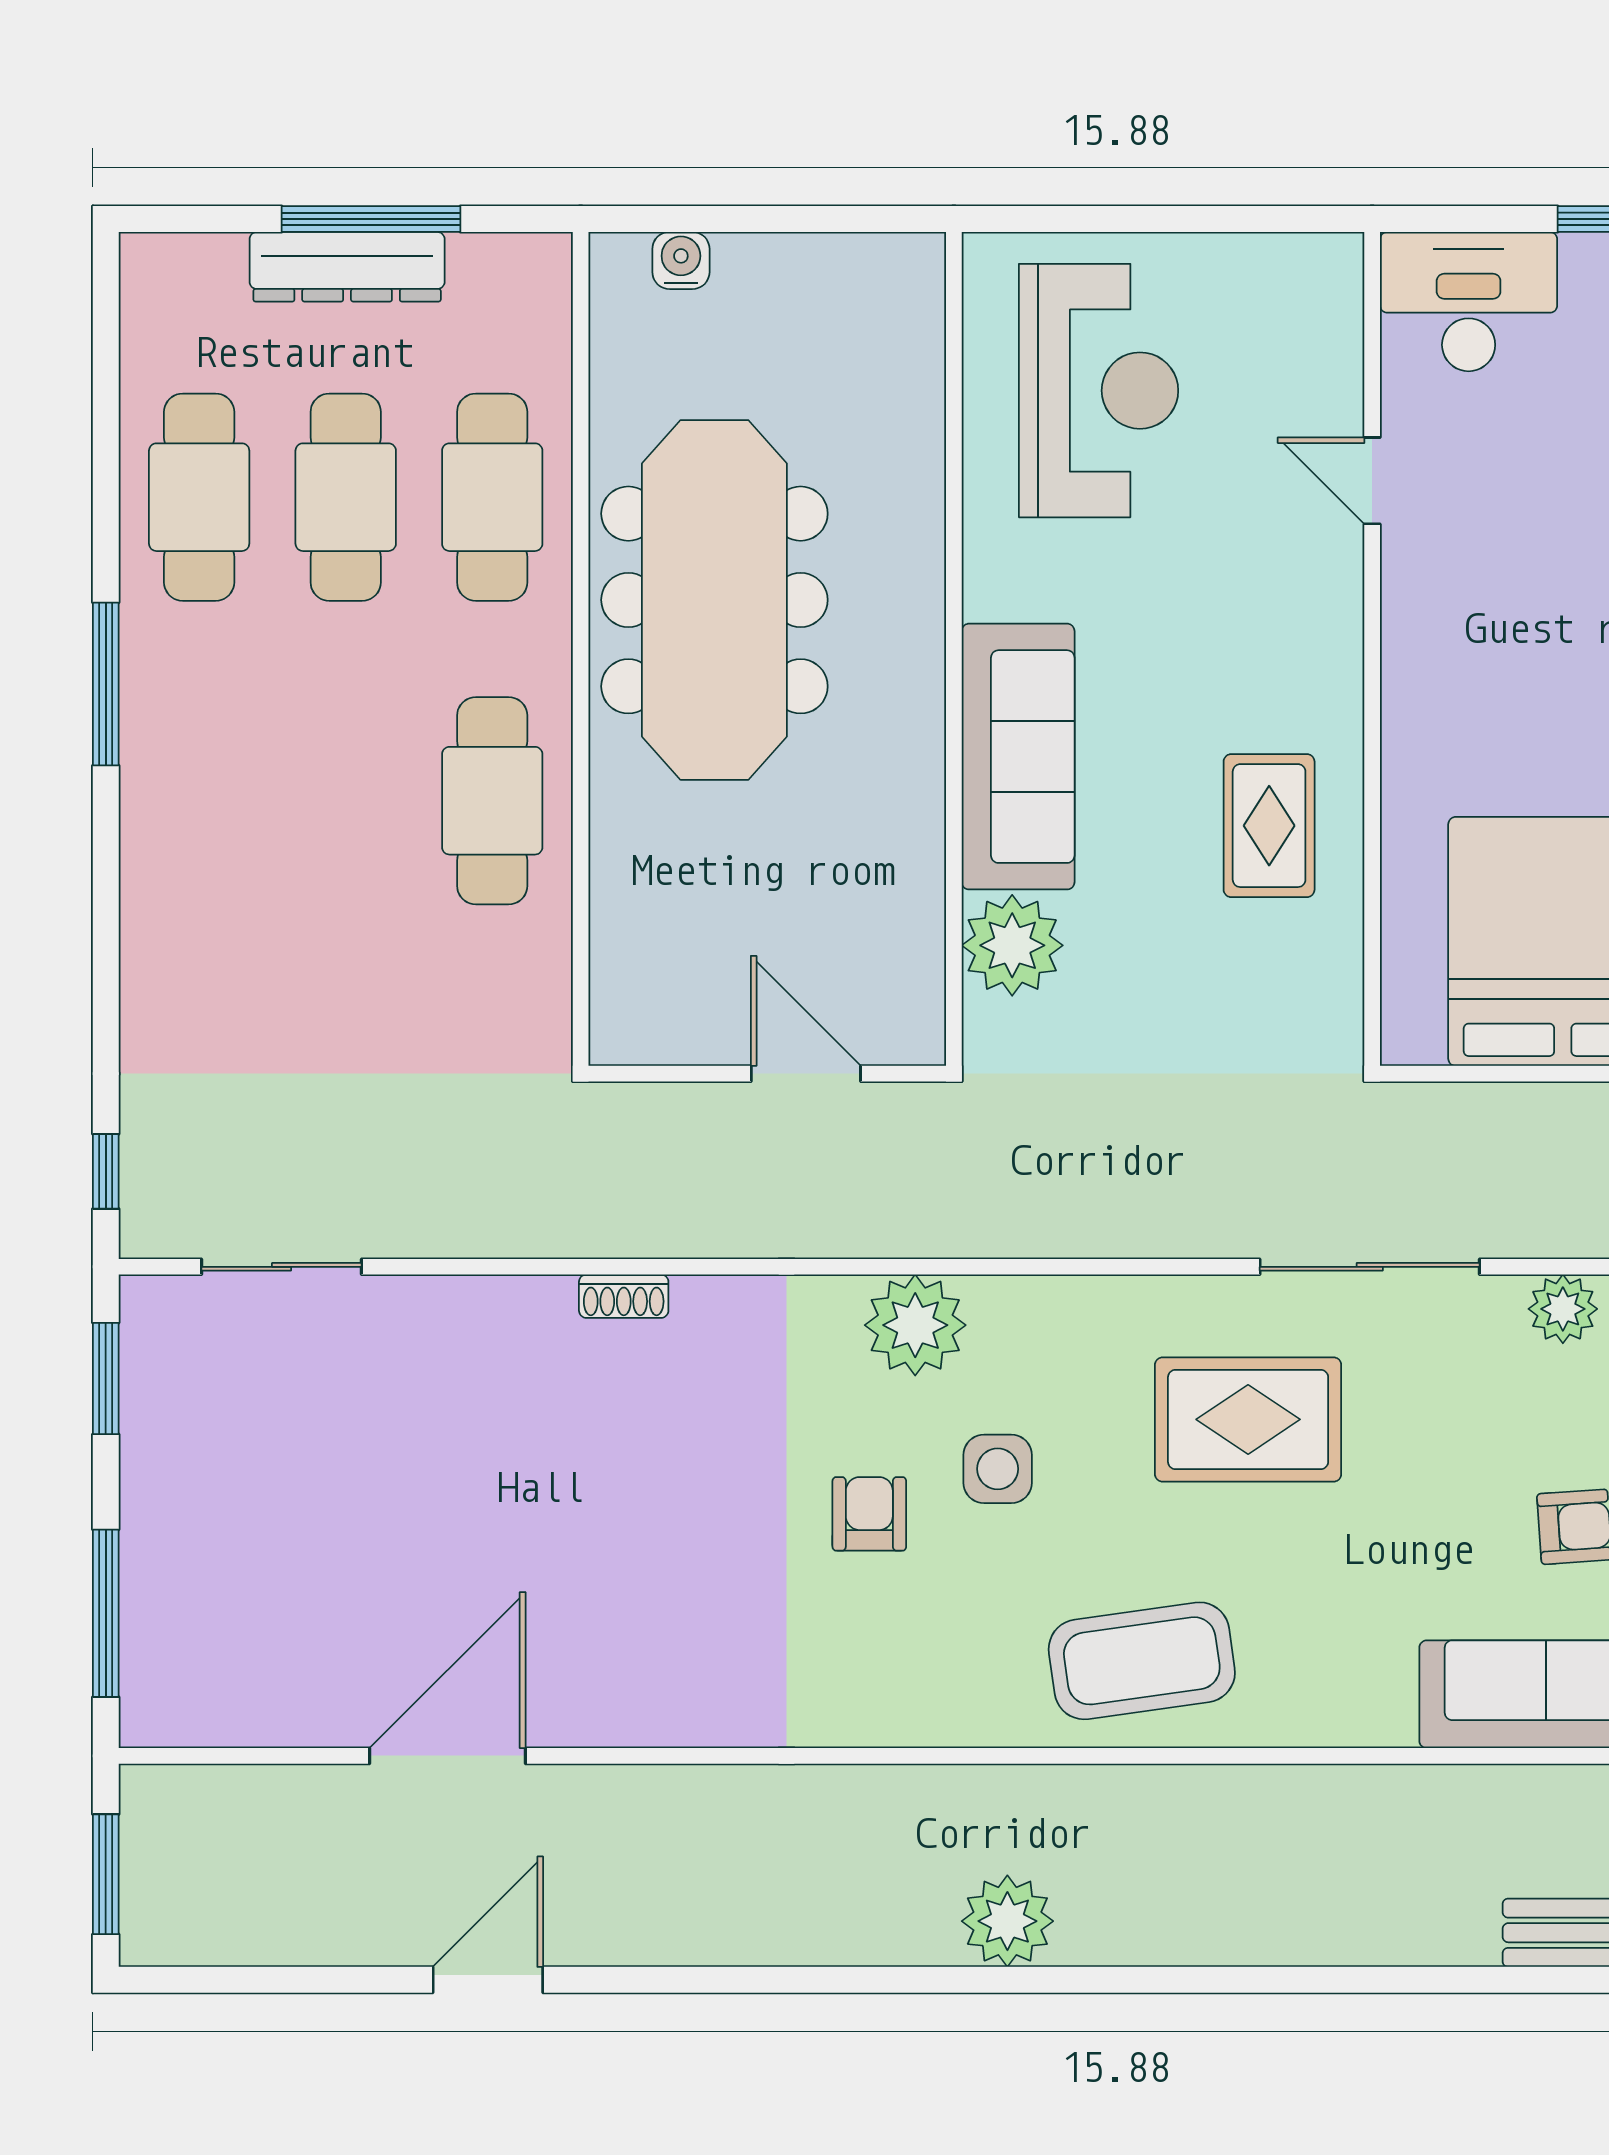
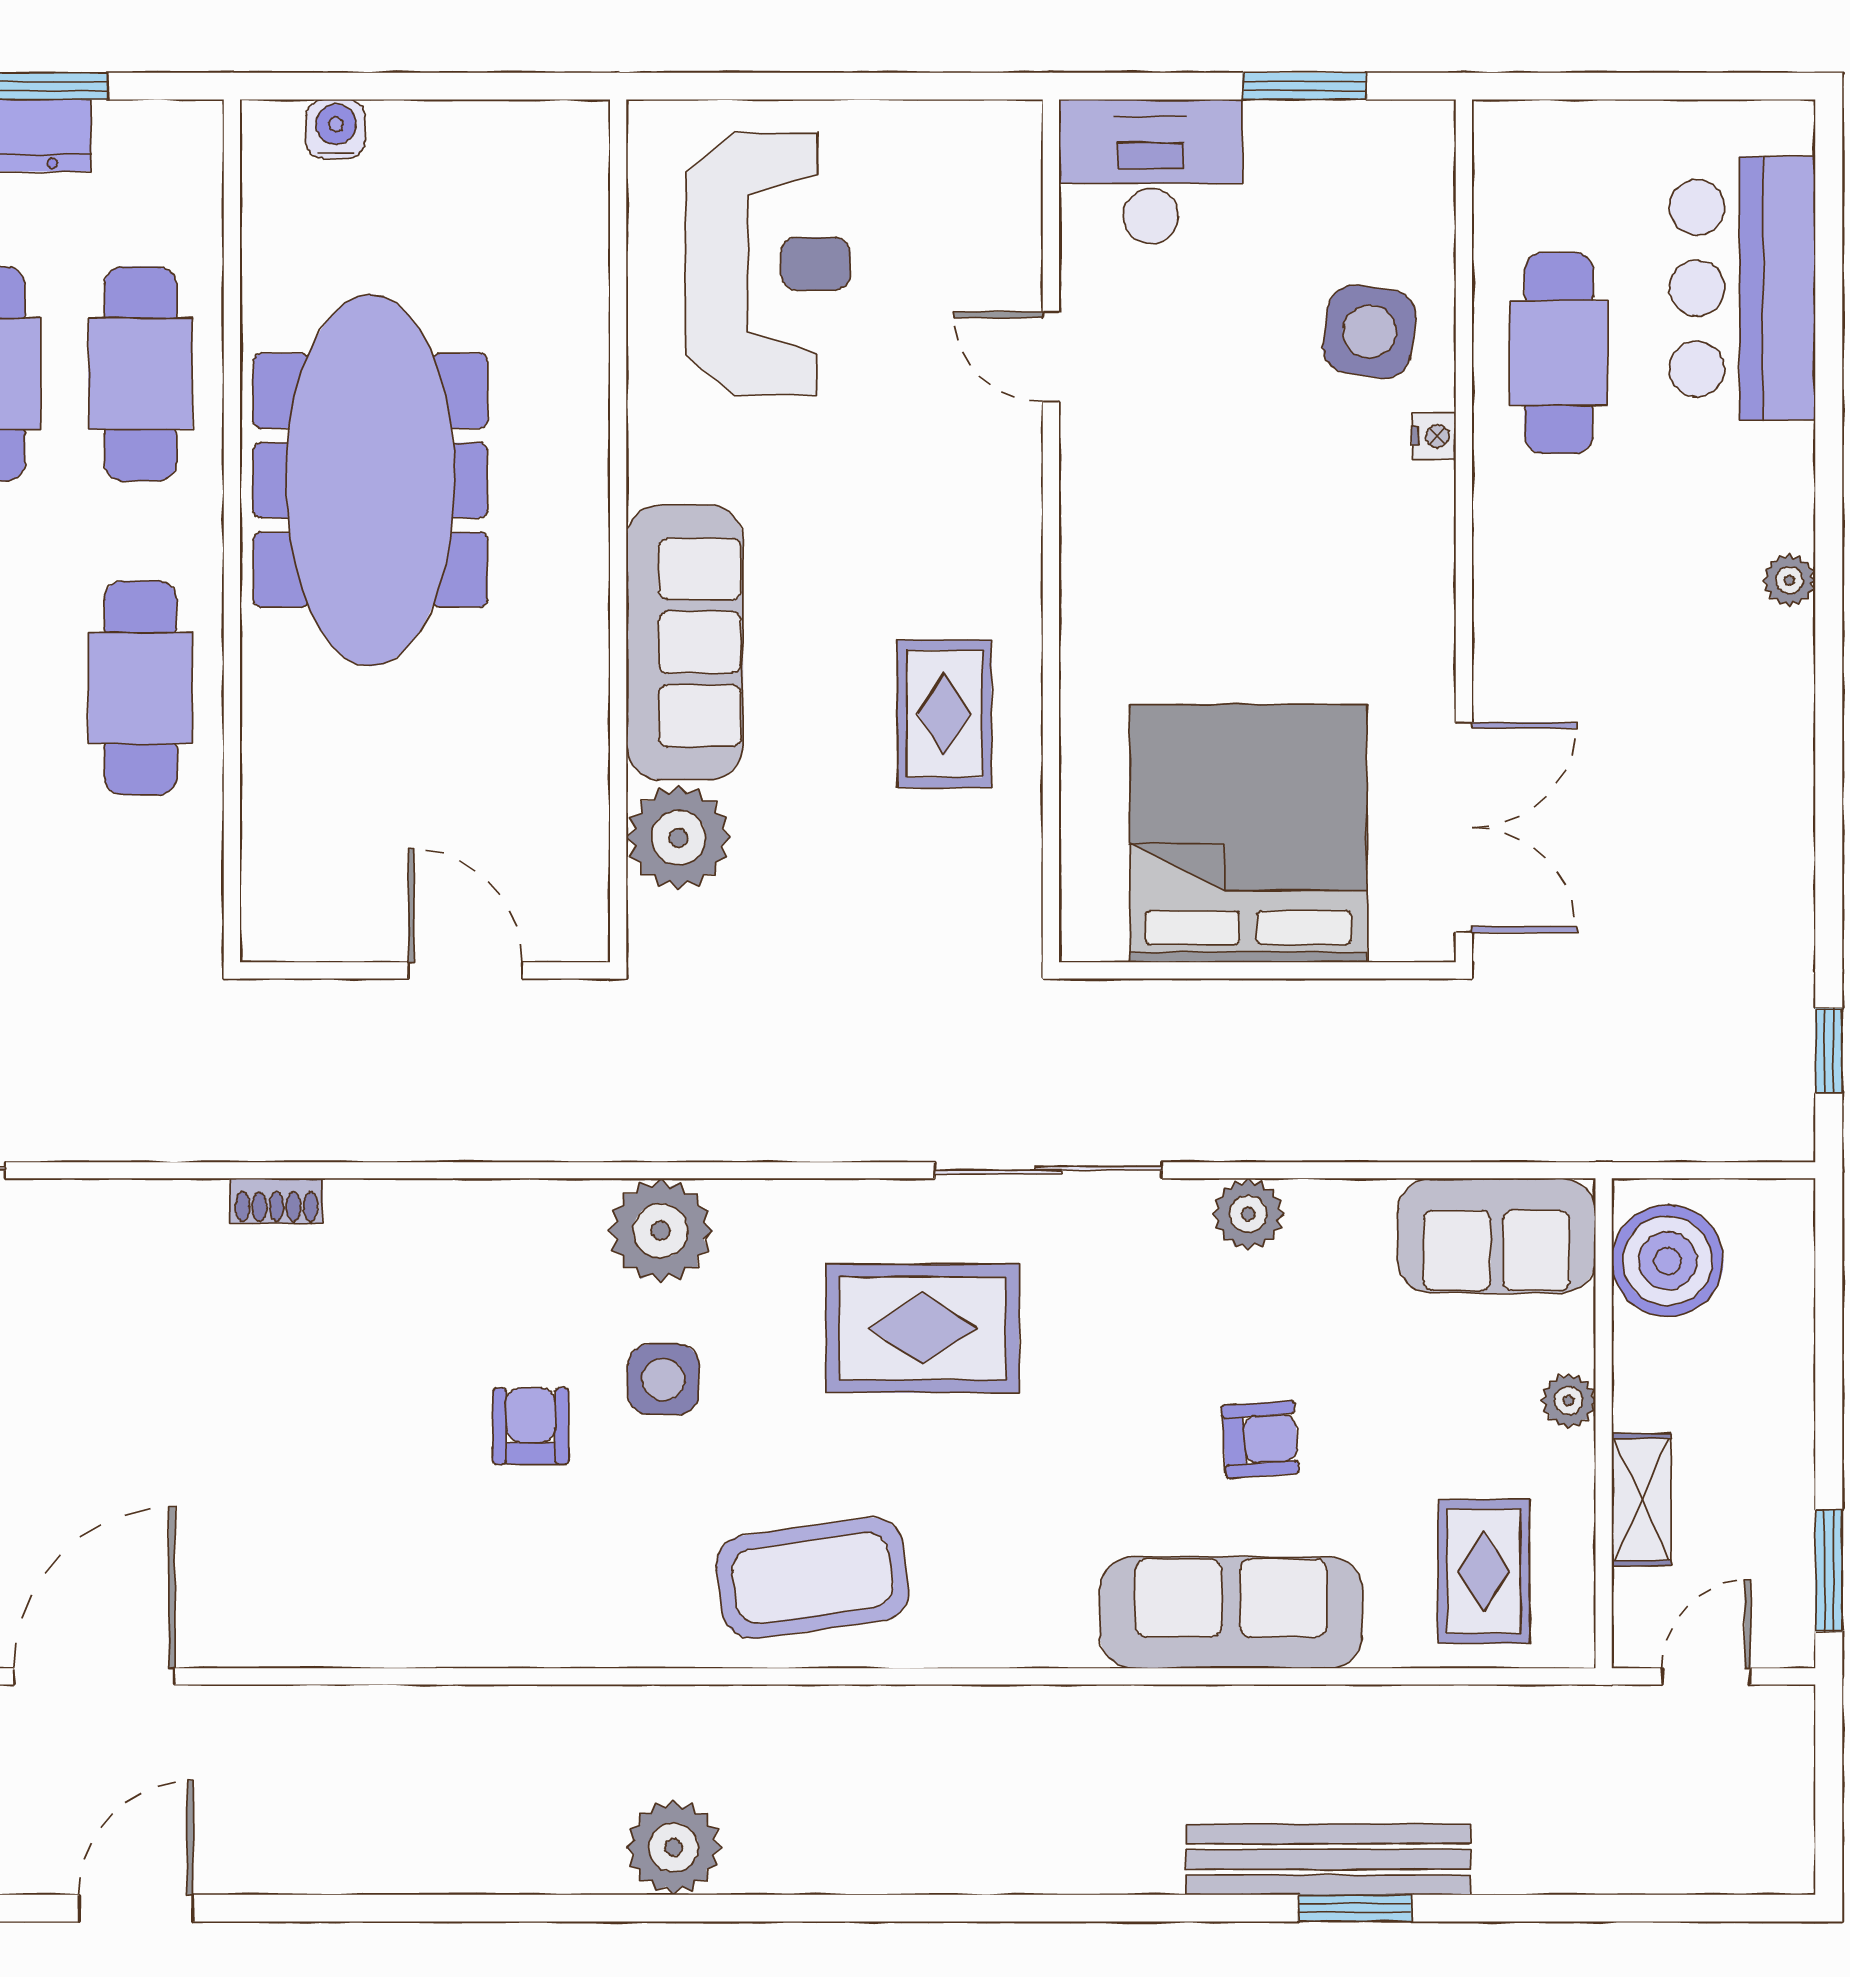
plant: (915, 1325) -> (661, 1231), moved

